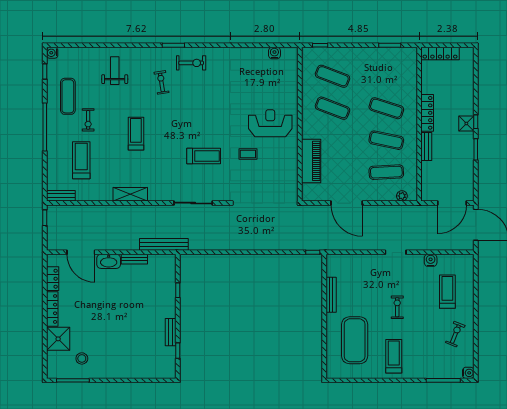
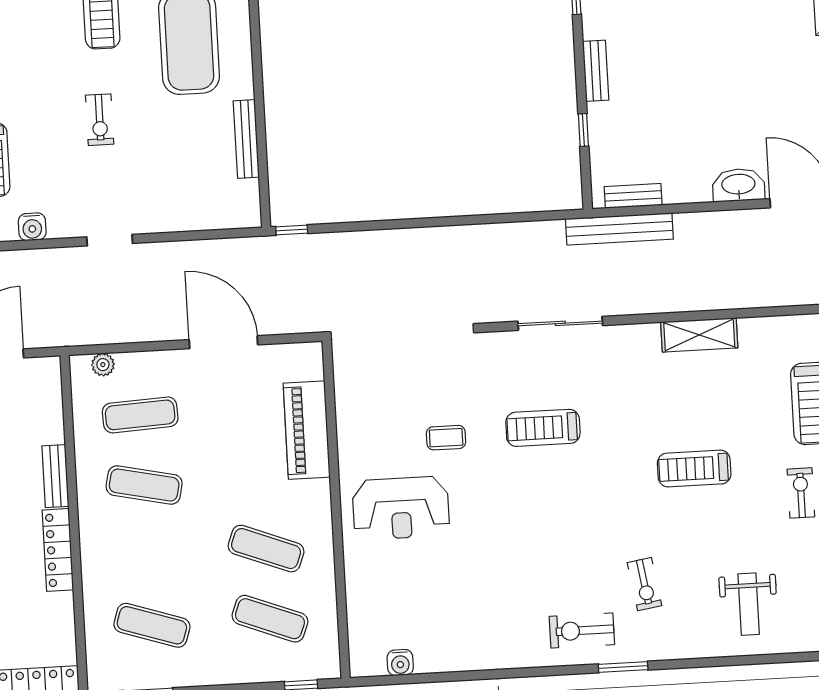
exercise mat: (386, 108) -> (152, 625), moved
treadmill: (136, 134) -> (694, 469), turned 90
bench: (134, 259) -> (633, 196), moved
bench: (171, 332) -> (596, 71), moved

